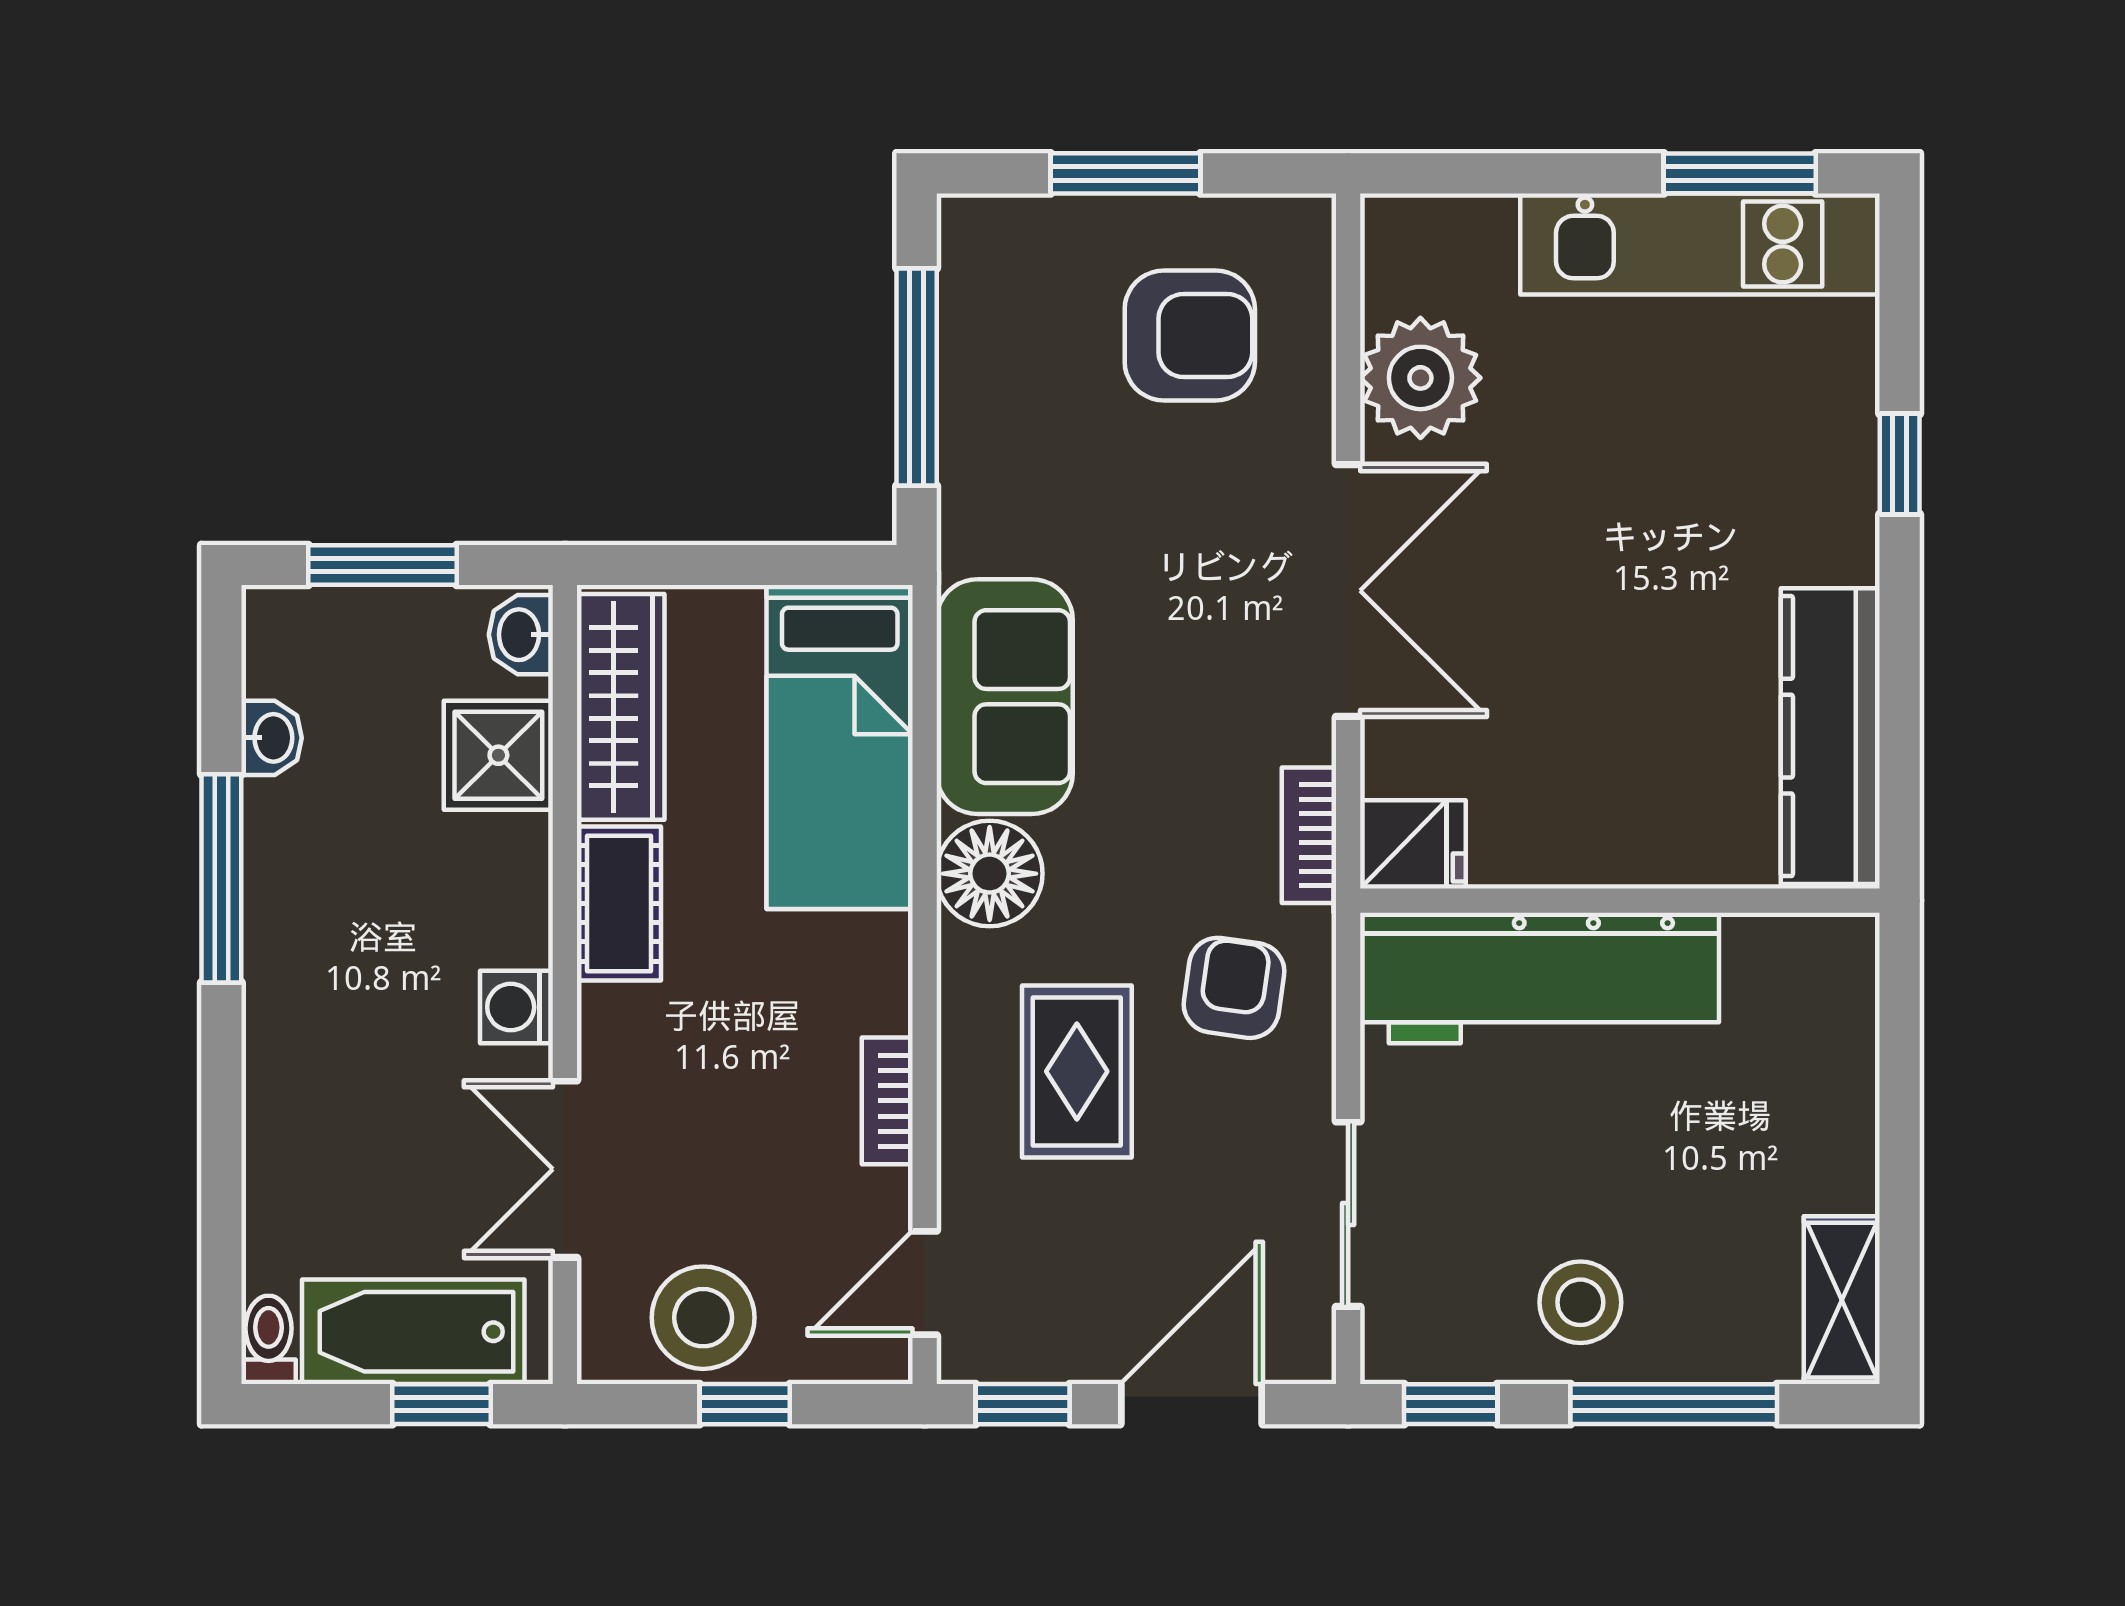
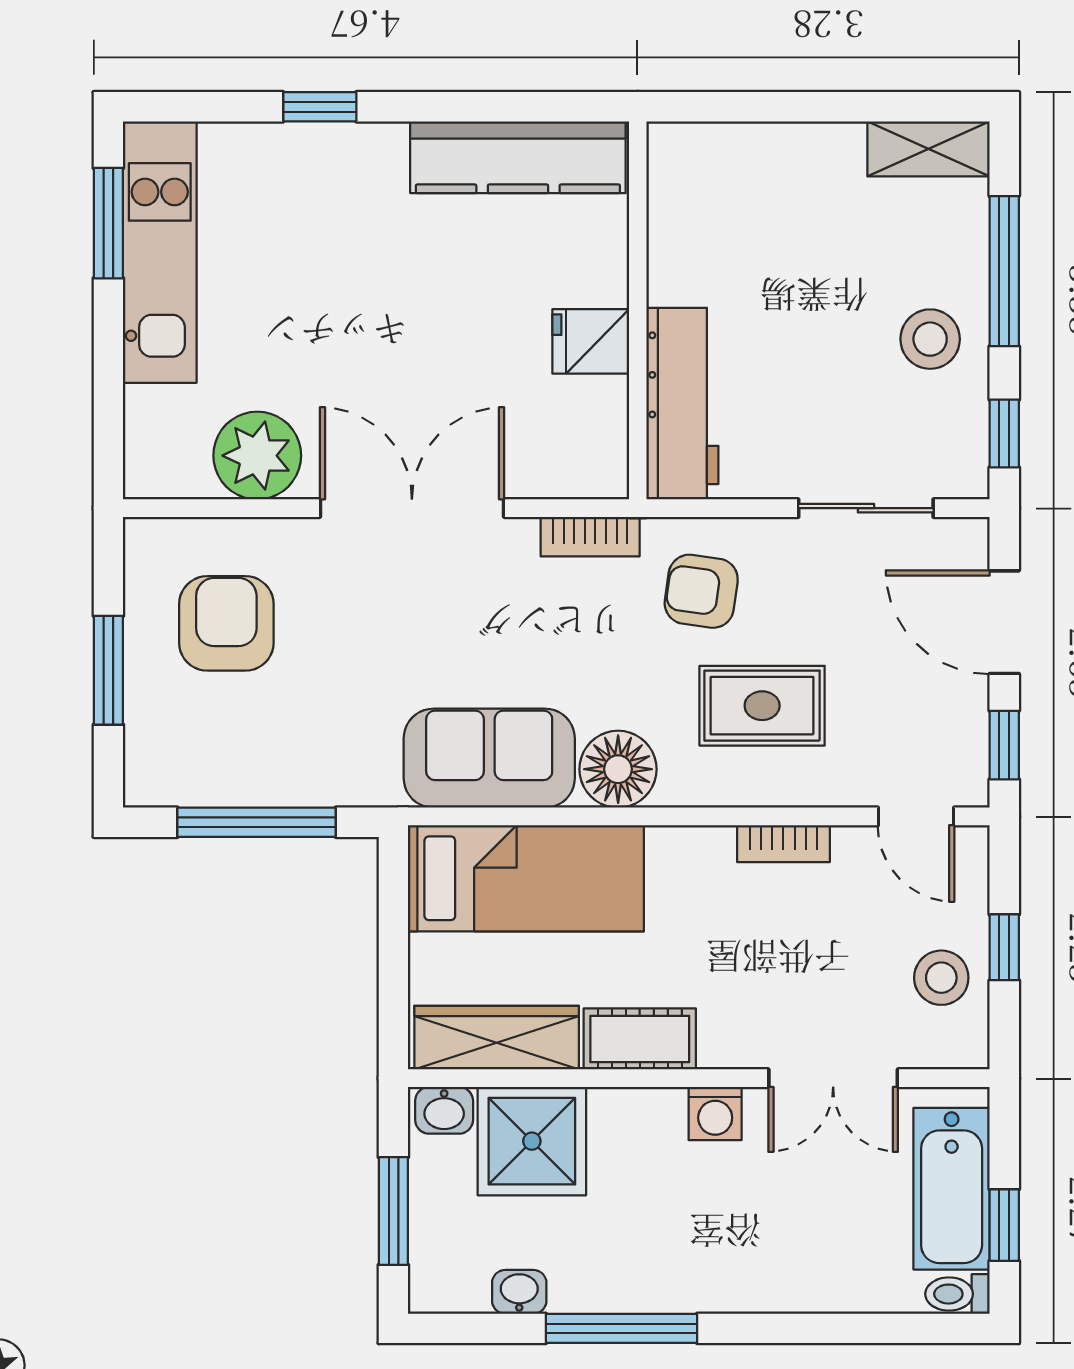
shower: (498, 755) -> (532, 1141), width x1.36, depth x1.36
fridge: (1413, 844) -> (591, 341), moved, turned -90
workbench: (1540, 978) -> (682, 404), width x0.73, depth x0.76
stool: (703, 1318) -> (941, 978), width x0.73, depth x0.73
window: (442, 1404) -> (1004, 1225), moved

